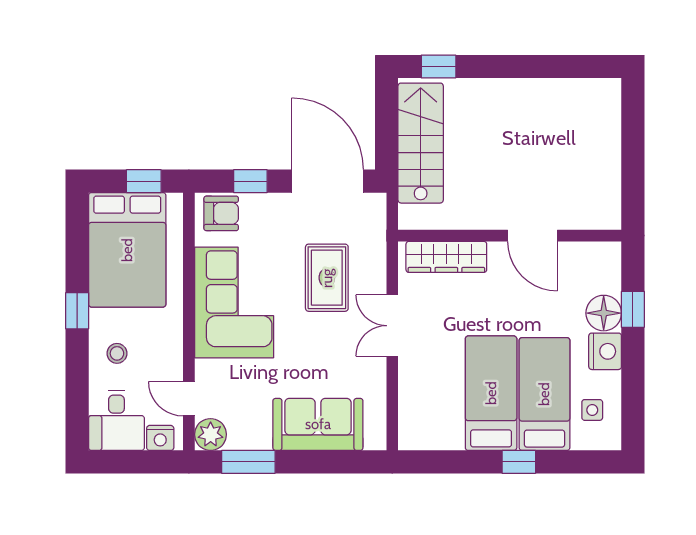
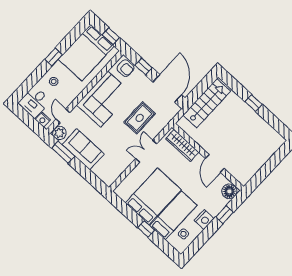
window: (439, 67) -> (254, 103), moved
floor lamp: (604, 313) -> (229, 191), moved
bed: (491, 393) -> (153, 196), width x1.50
sofa: (318, 424) -> (83, 149), moved

